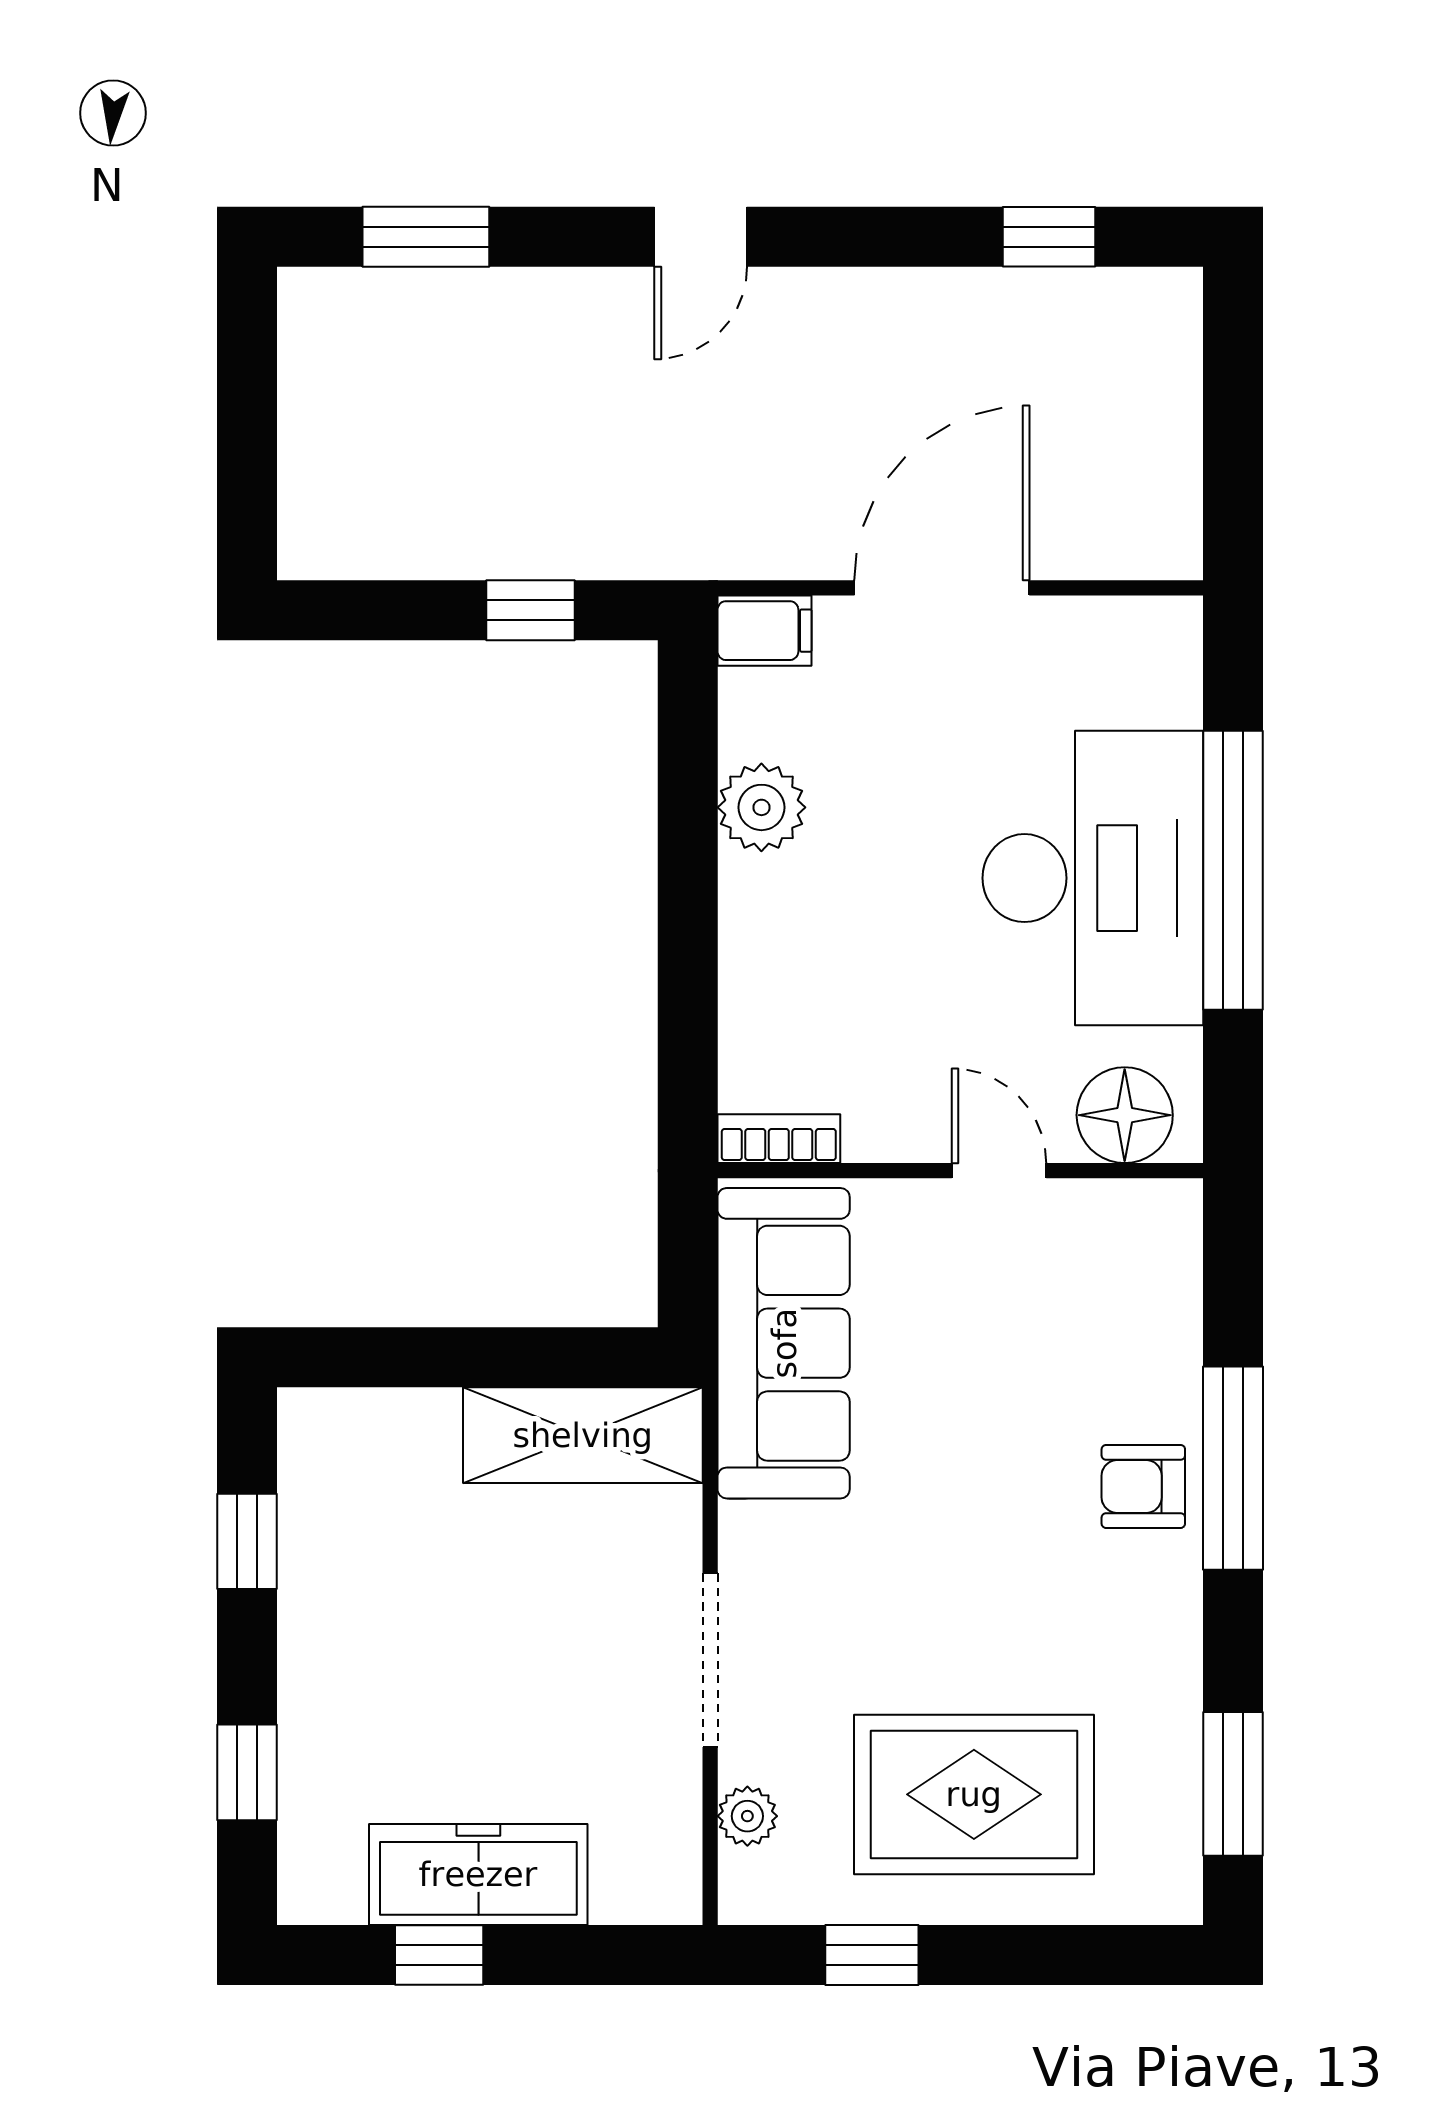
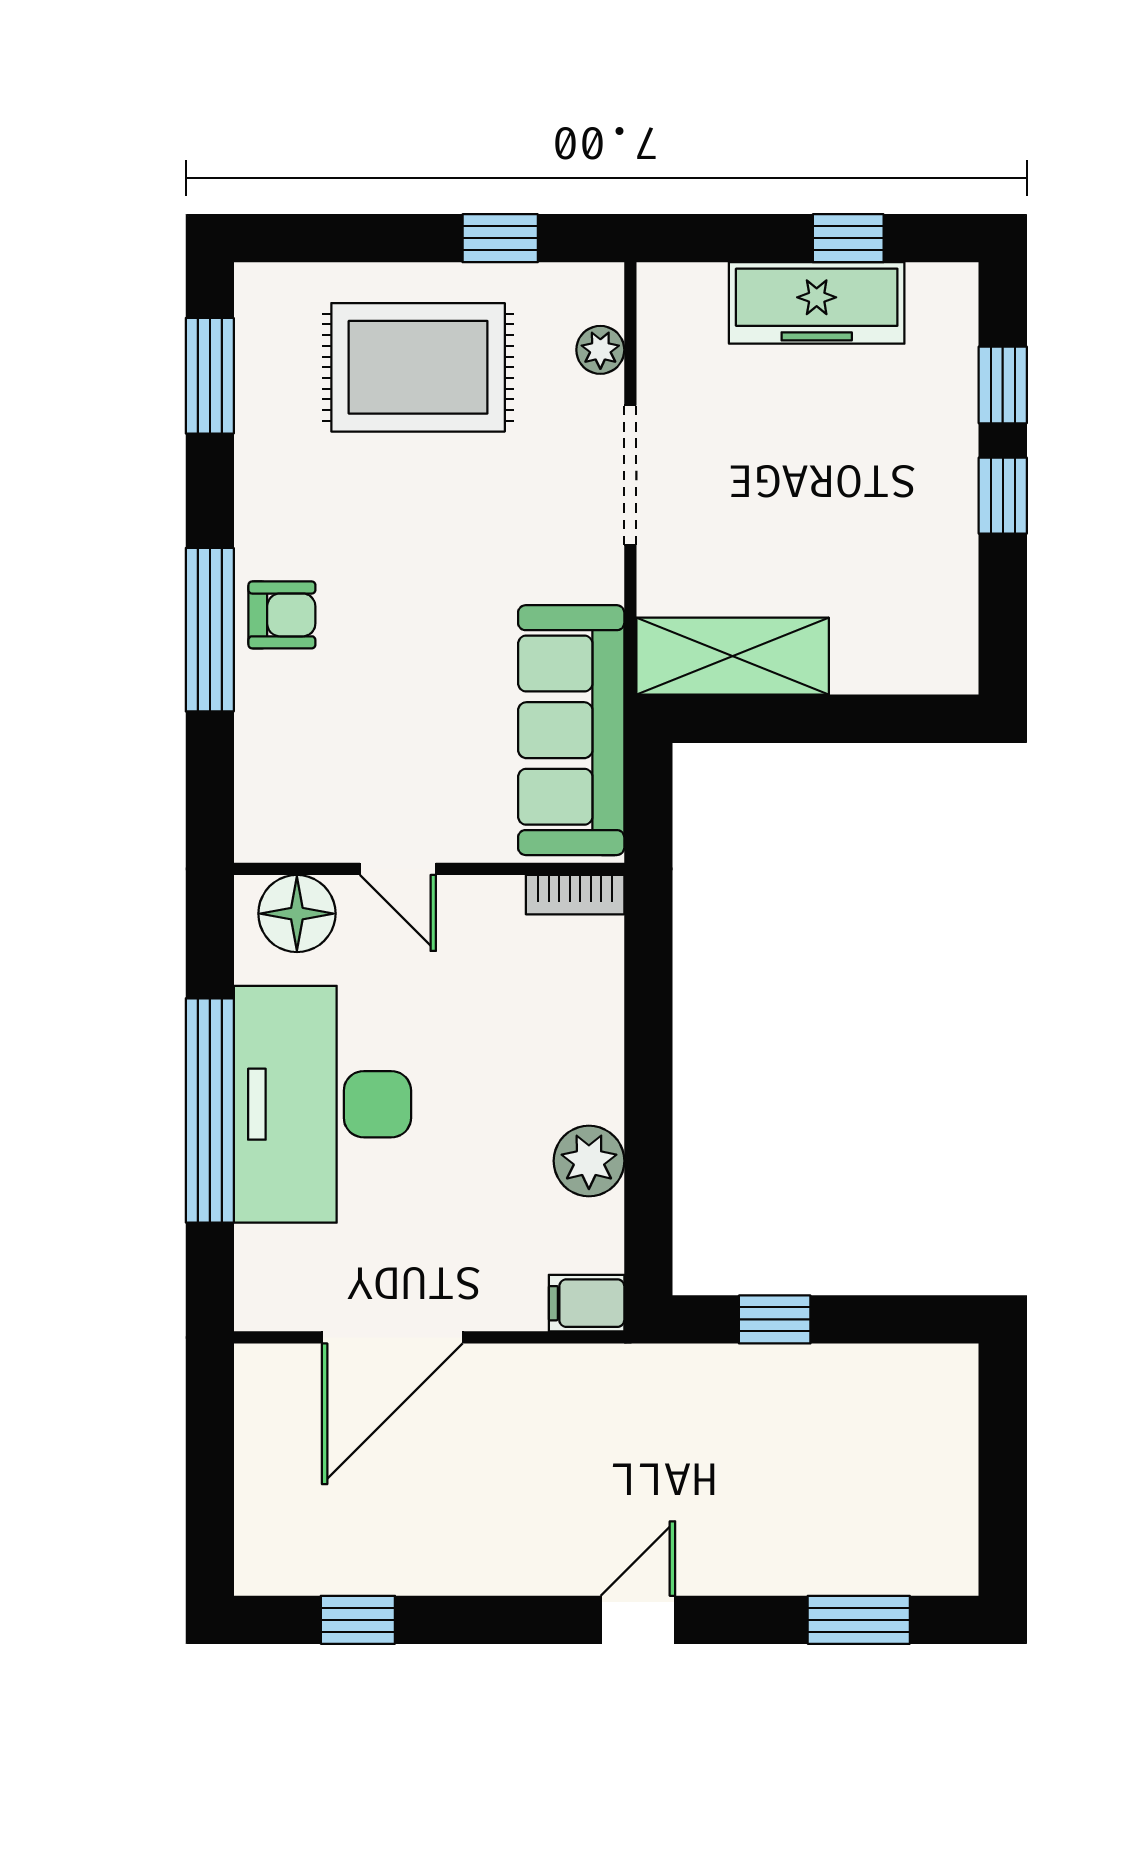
door: (942, 588) -> (392, 1337), moved
window: (247, 1541) -> (1003, 496), moved

